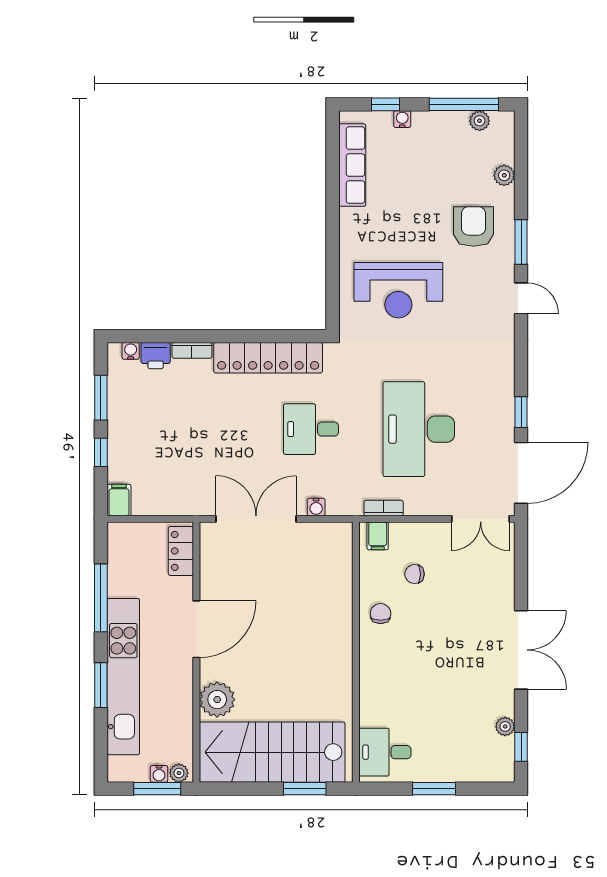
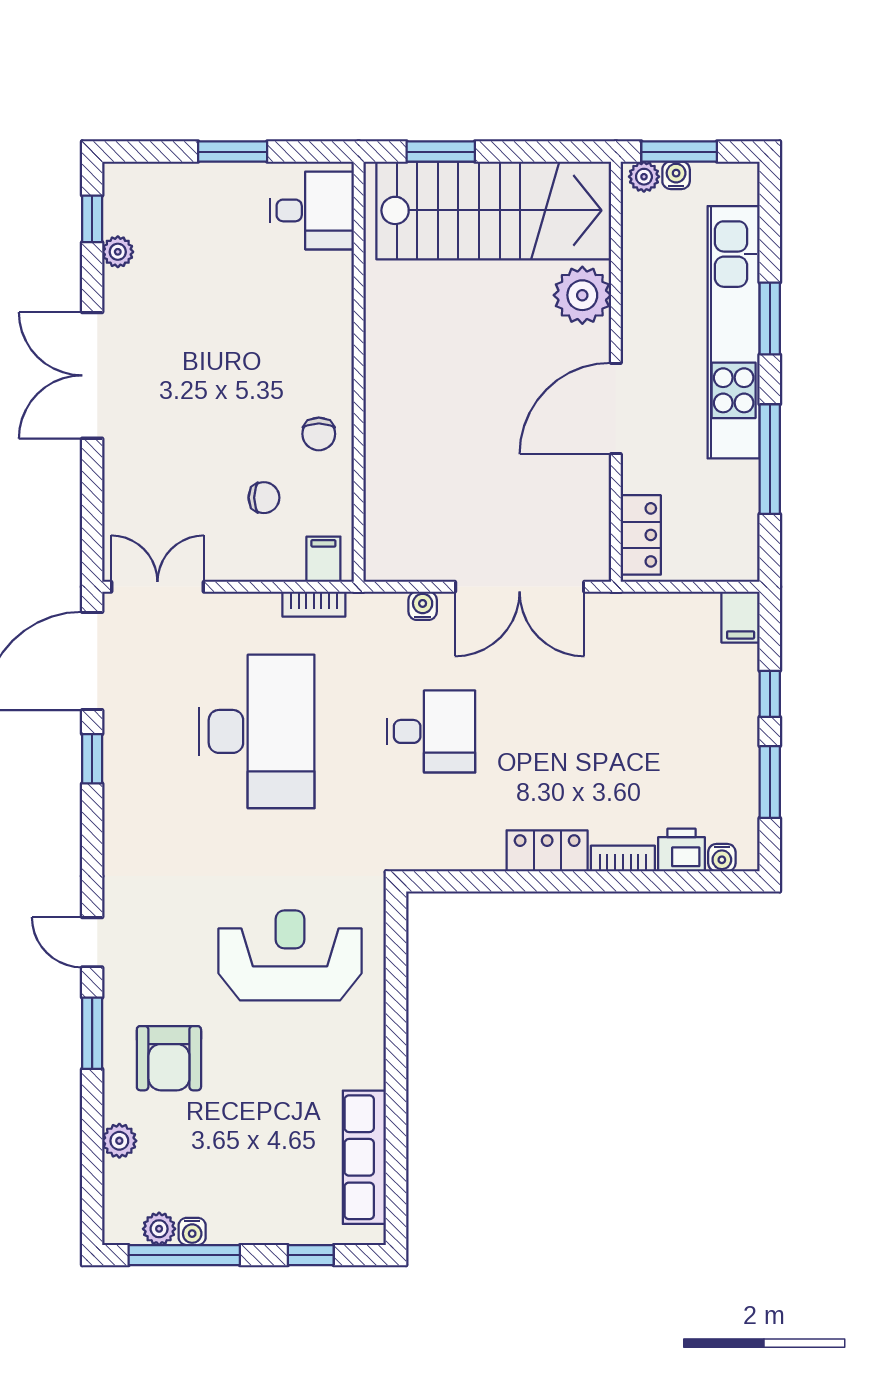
water cooler: (402, 119) -> (192, 1231), moved
locker: (268, 358) -> (547, 851), width x0.46, depth x0.83

